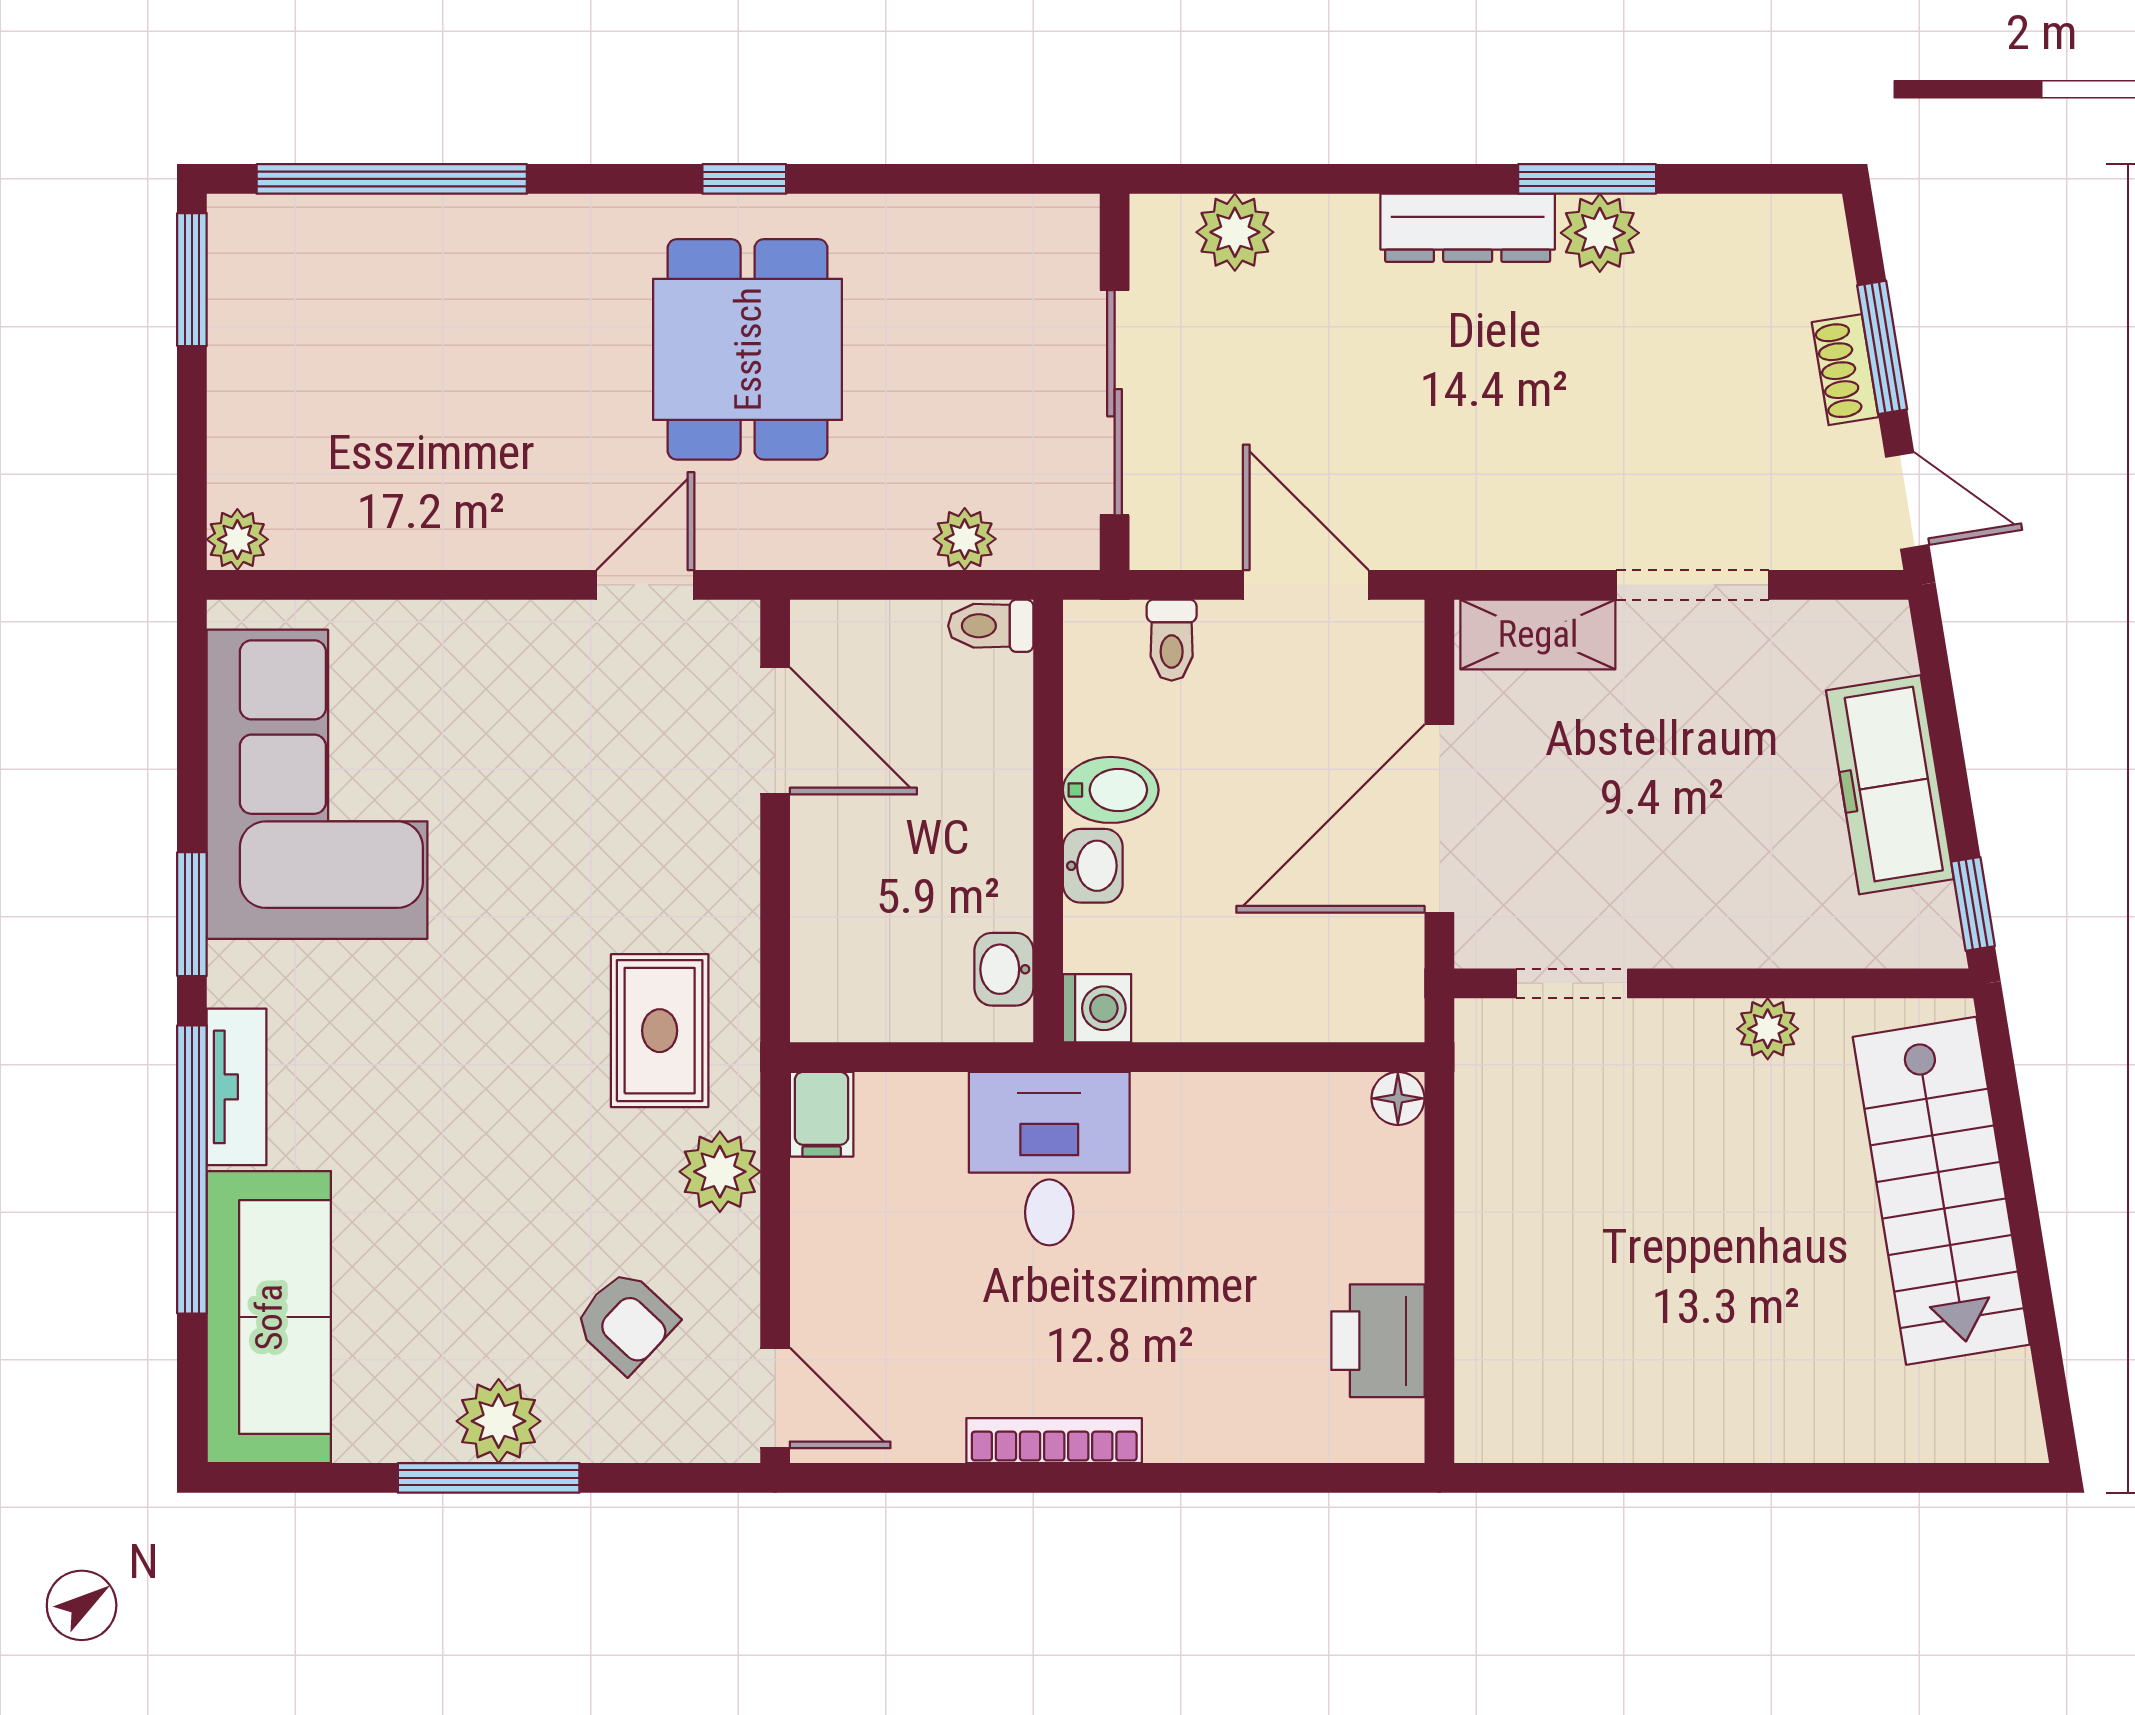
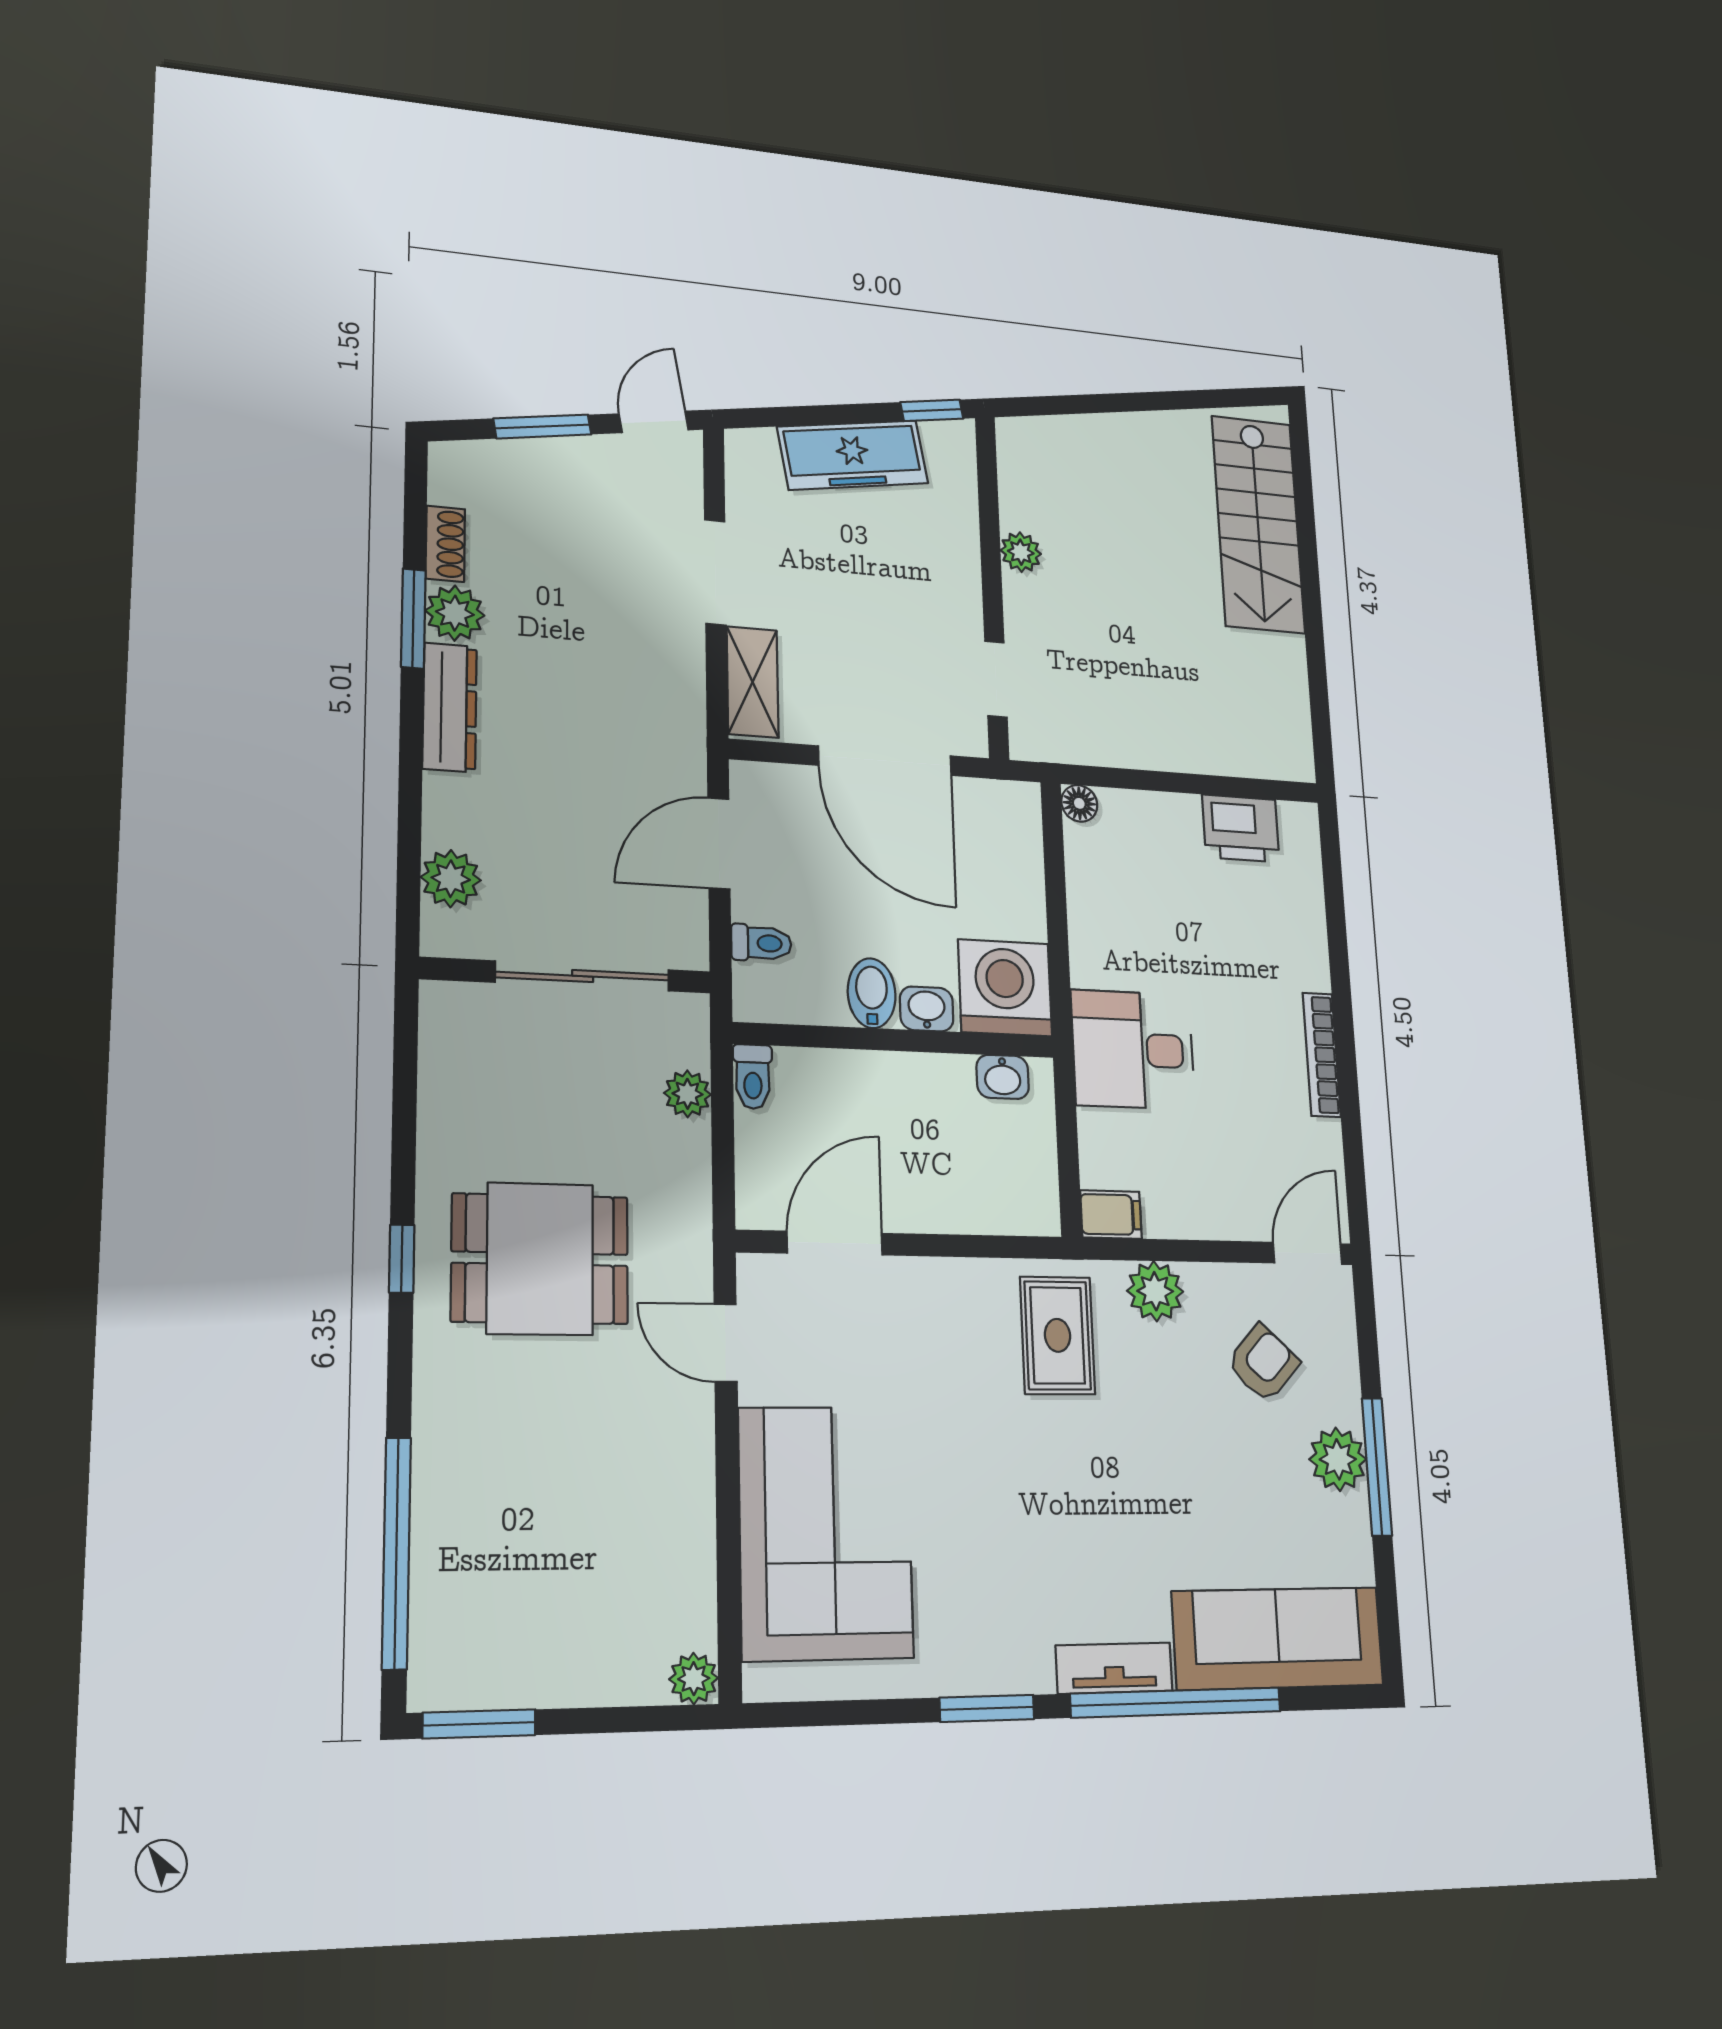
shoe rack: (1845, 370) -> (445, 544), moved, turned -81
corner sofa: (317, 784) -> (826, 1532), moved, turned 90
washing machine: (1097, 1008) -> (1005, 988), width x1.89, depth x1.89
rug: (660, 1031) -> (1058, 1335), turned 90
stairs: (1941, 1191) -> (1258, 524), moved, turned 99

